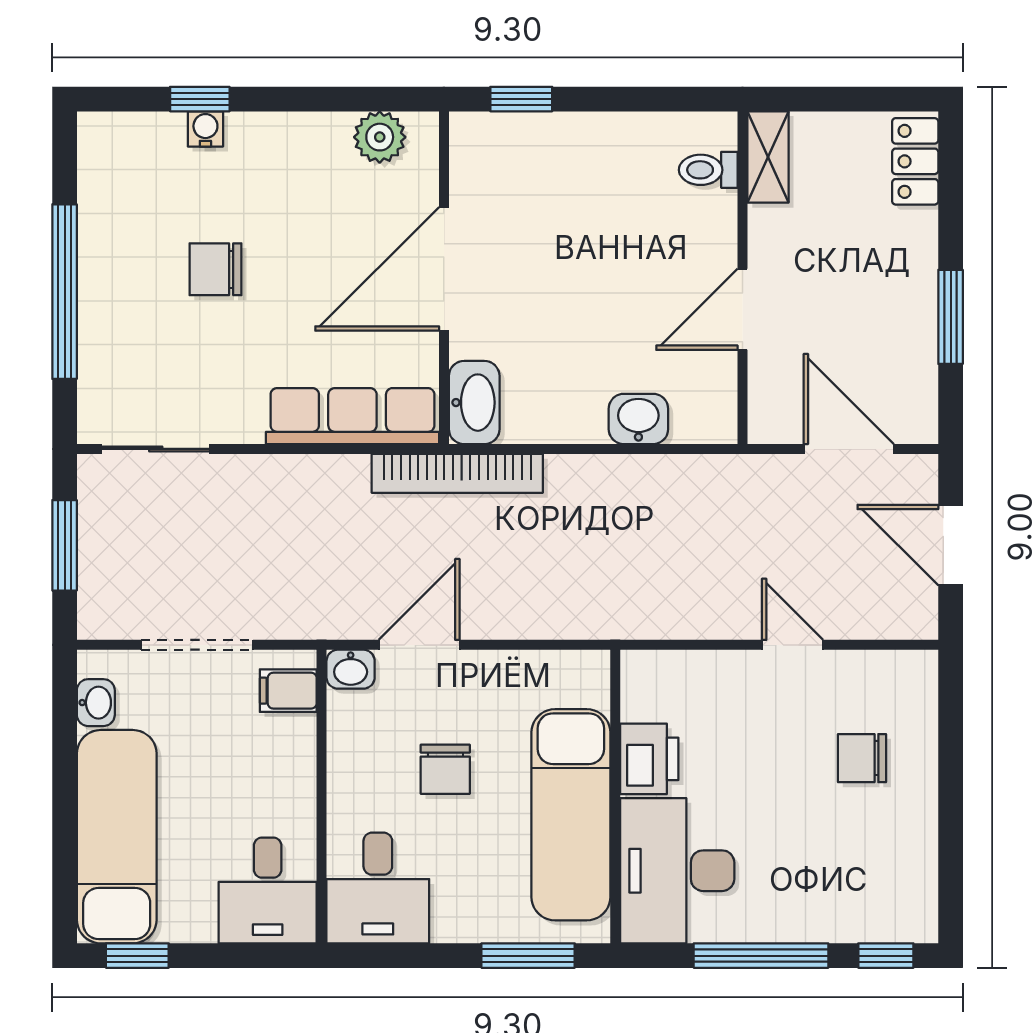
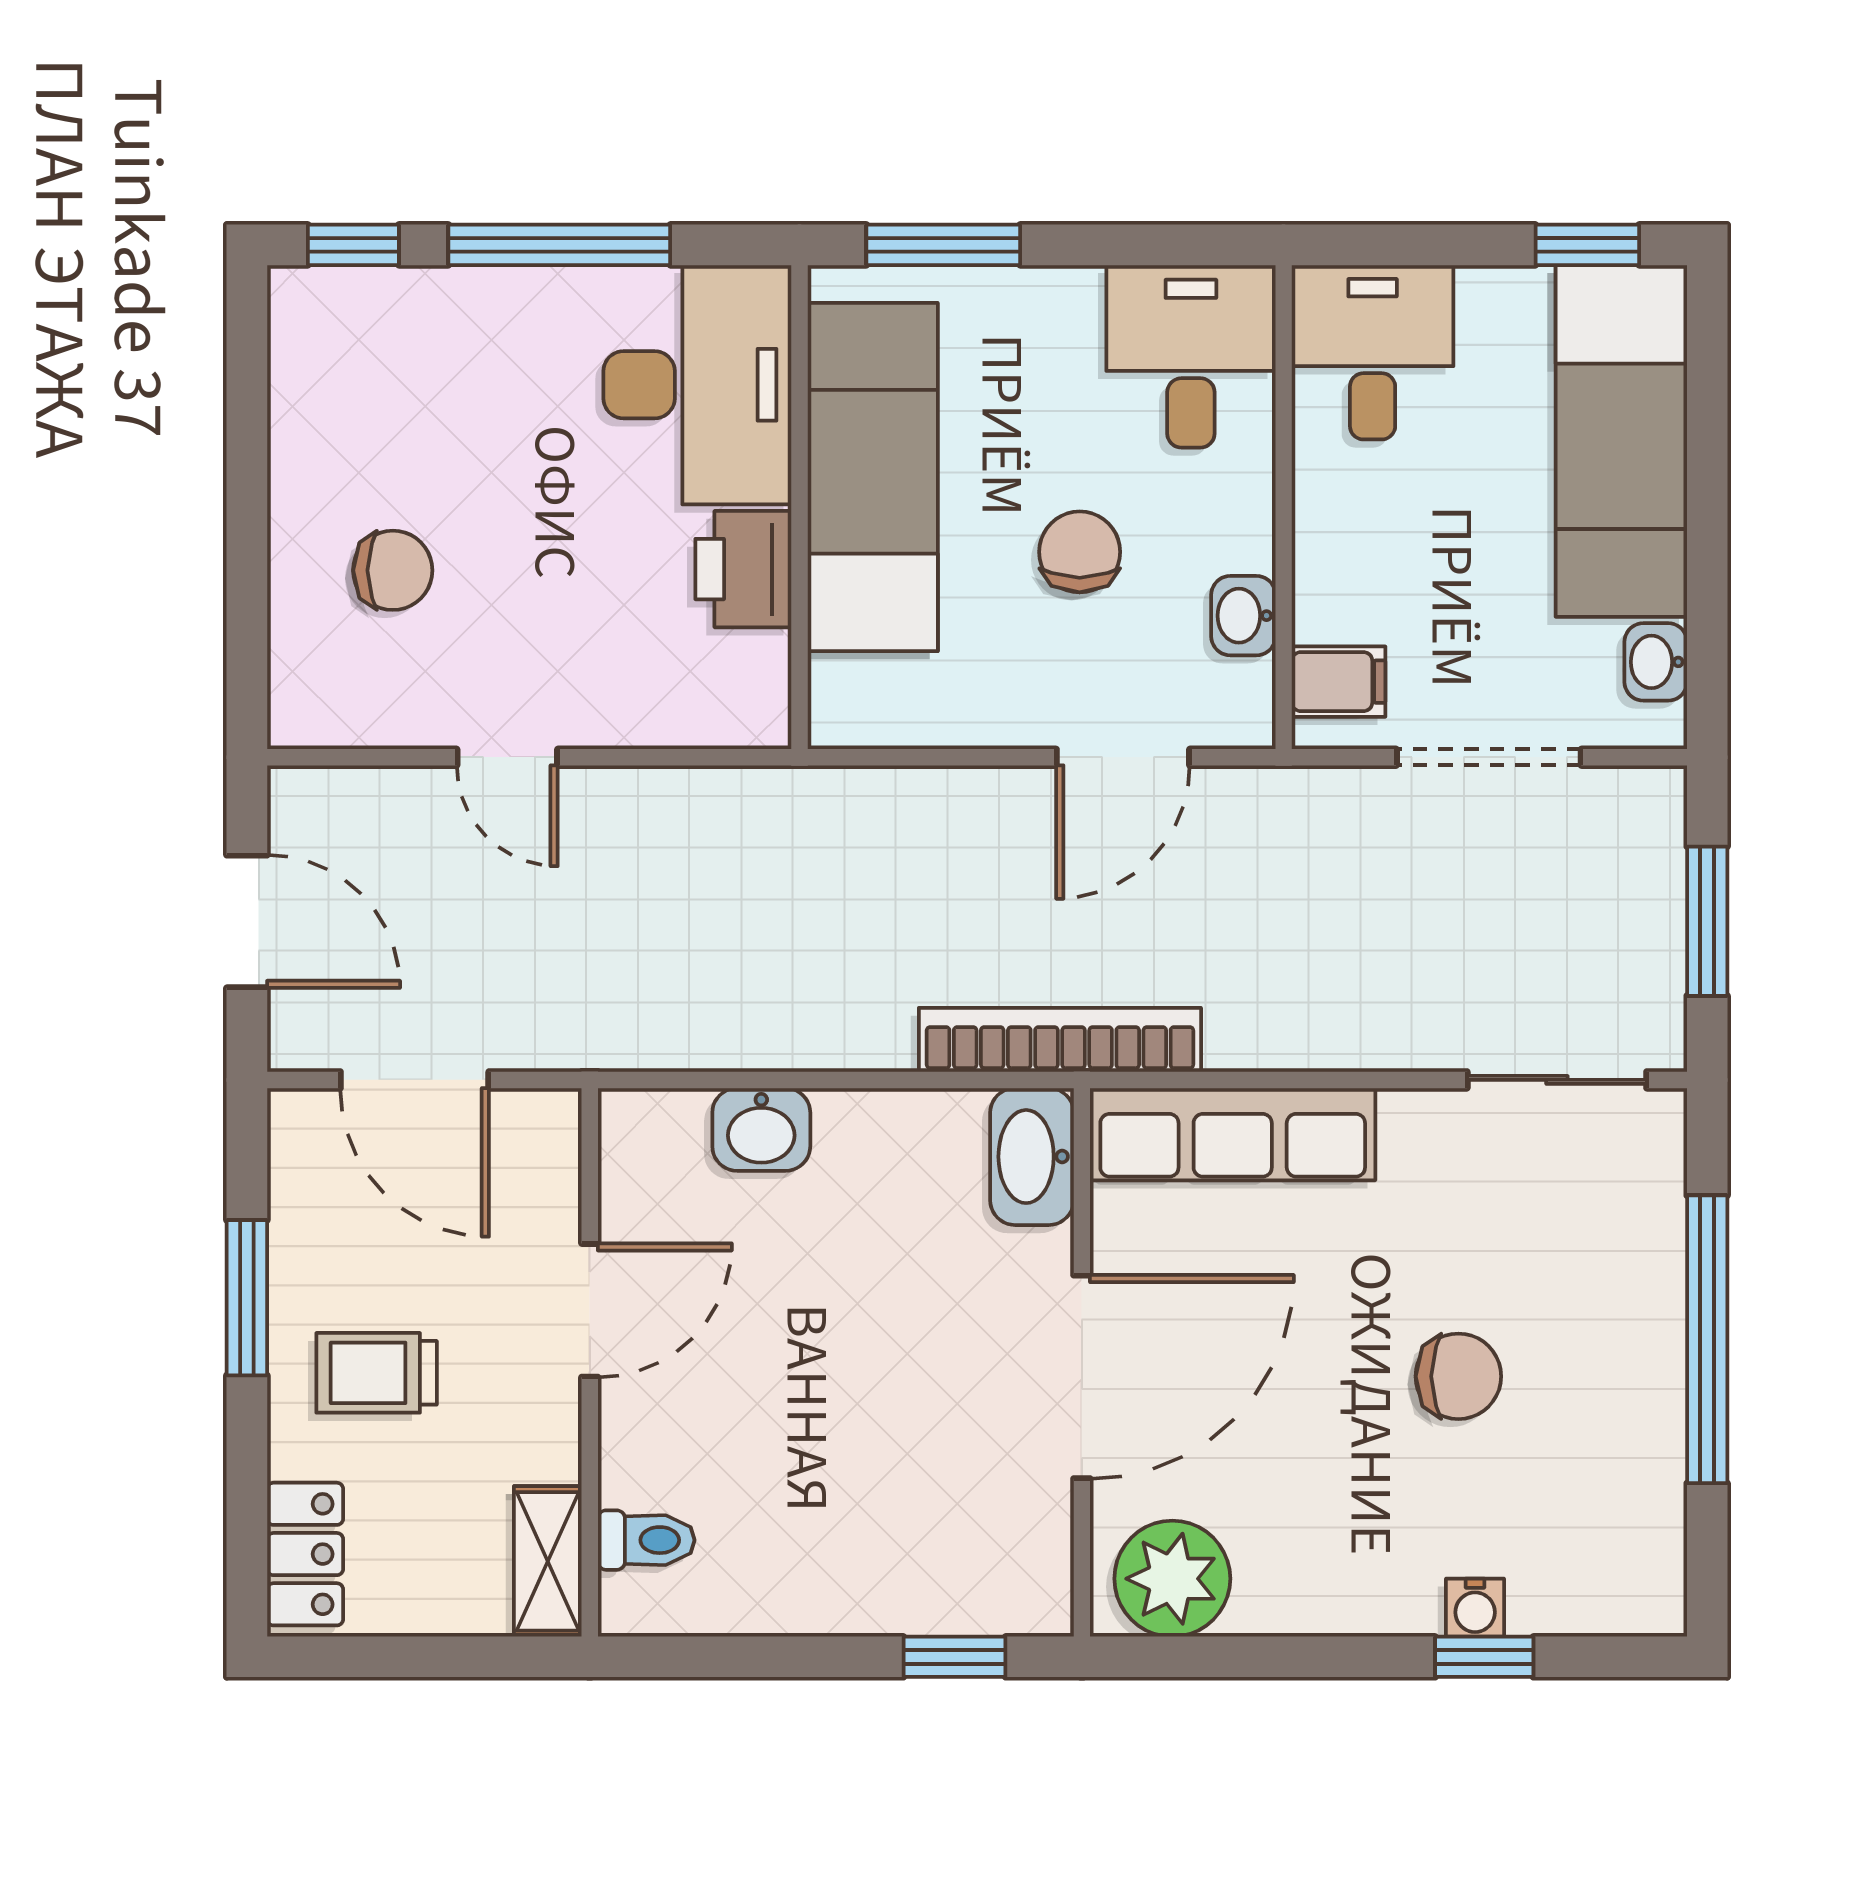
plant: (380, 137) -> (1172, 1579), width x1.36, depth x1.36
trolley: (872, 271) -> (377, 1373), added
washbasin: (351, 669) -> (1243, 616), moved, turned -90

